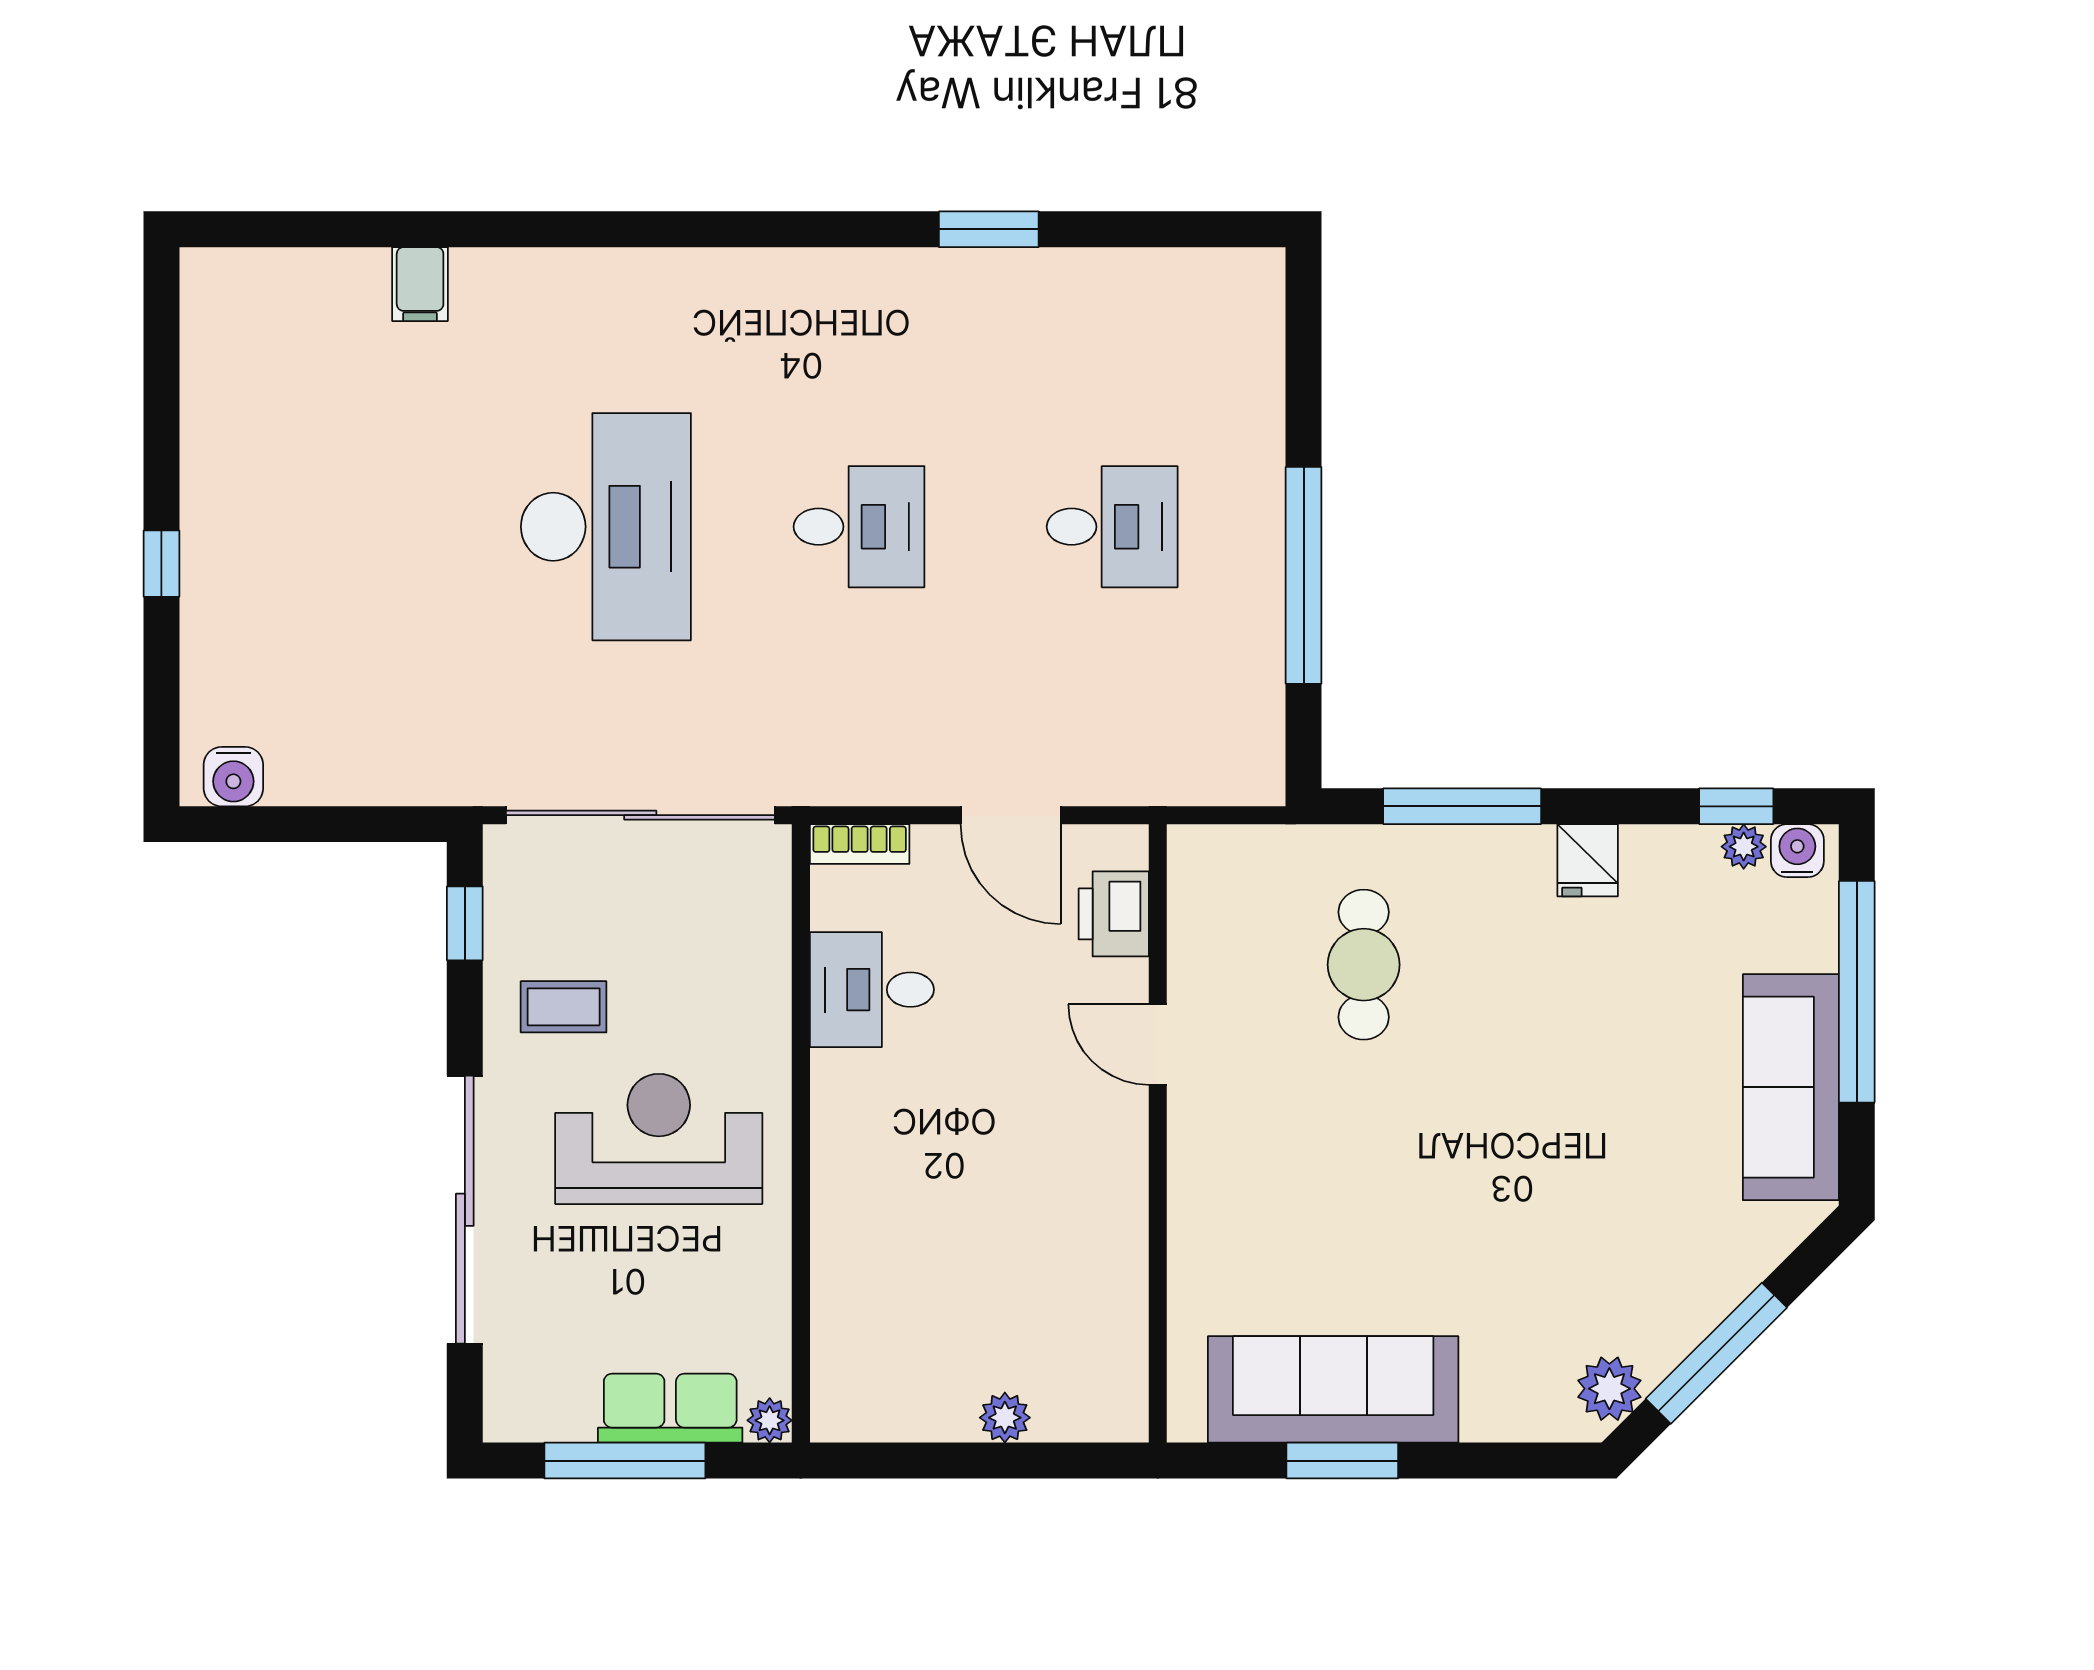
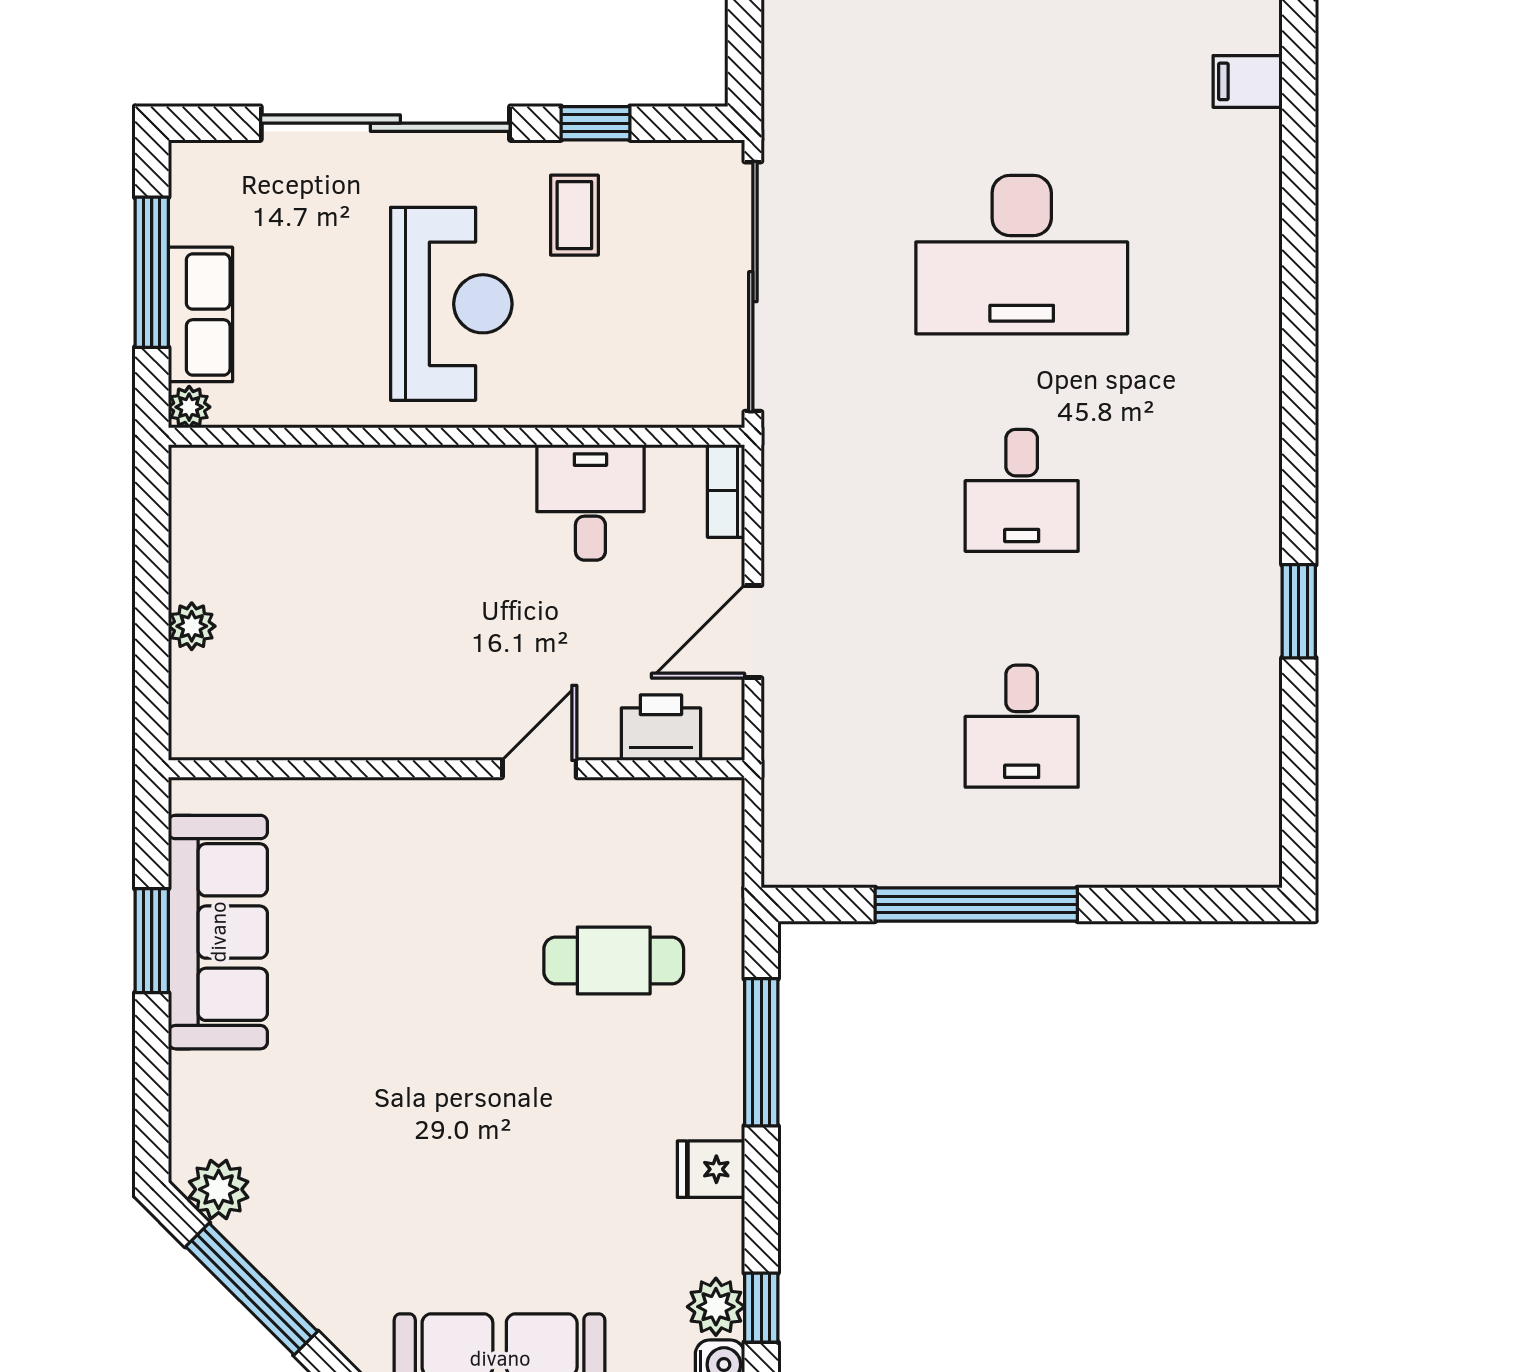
plant: (1744, 847) -> (716, 1307), width x1.38, depth x1.38
window: (465, 923) -> (596, 123), moved

